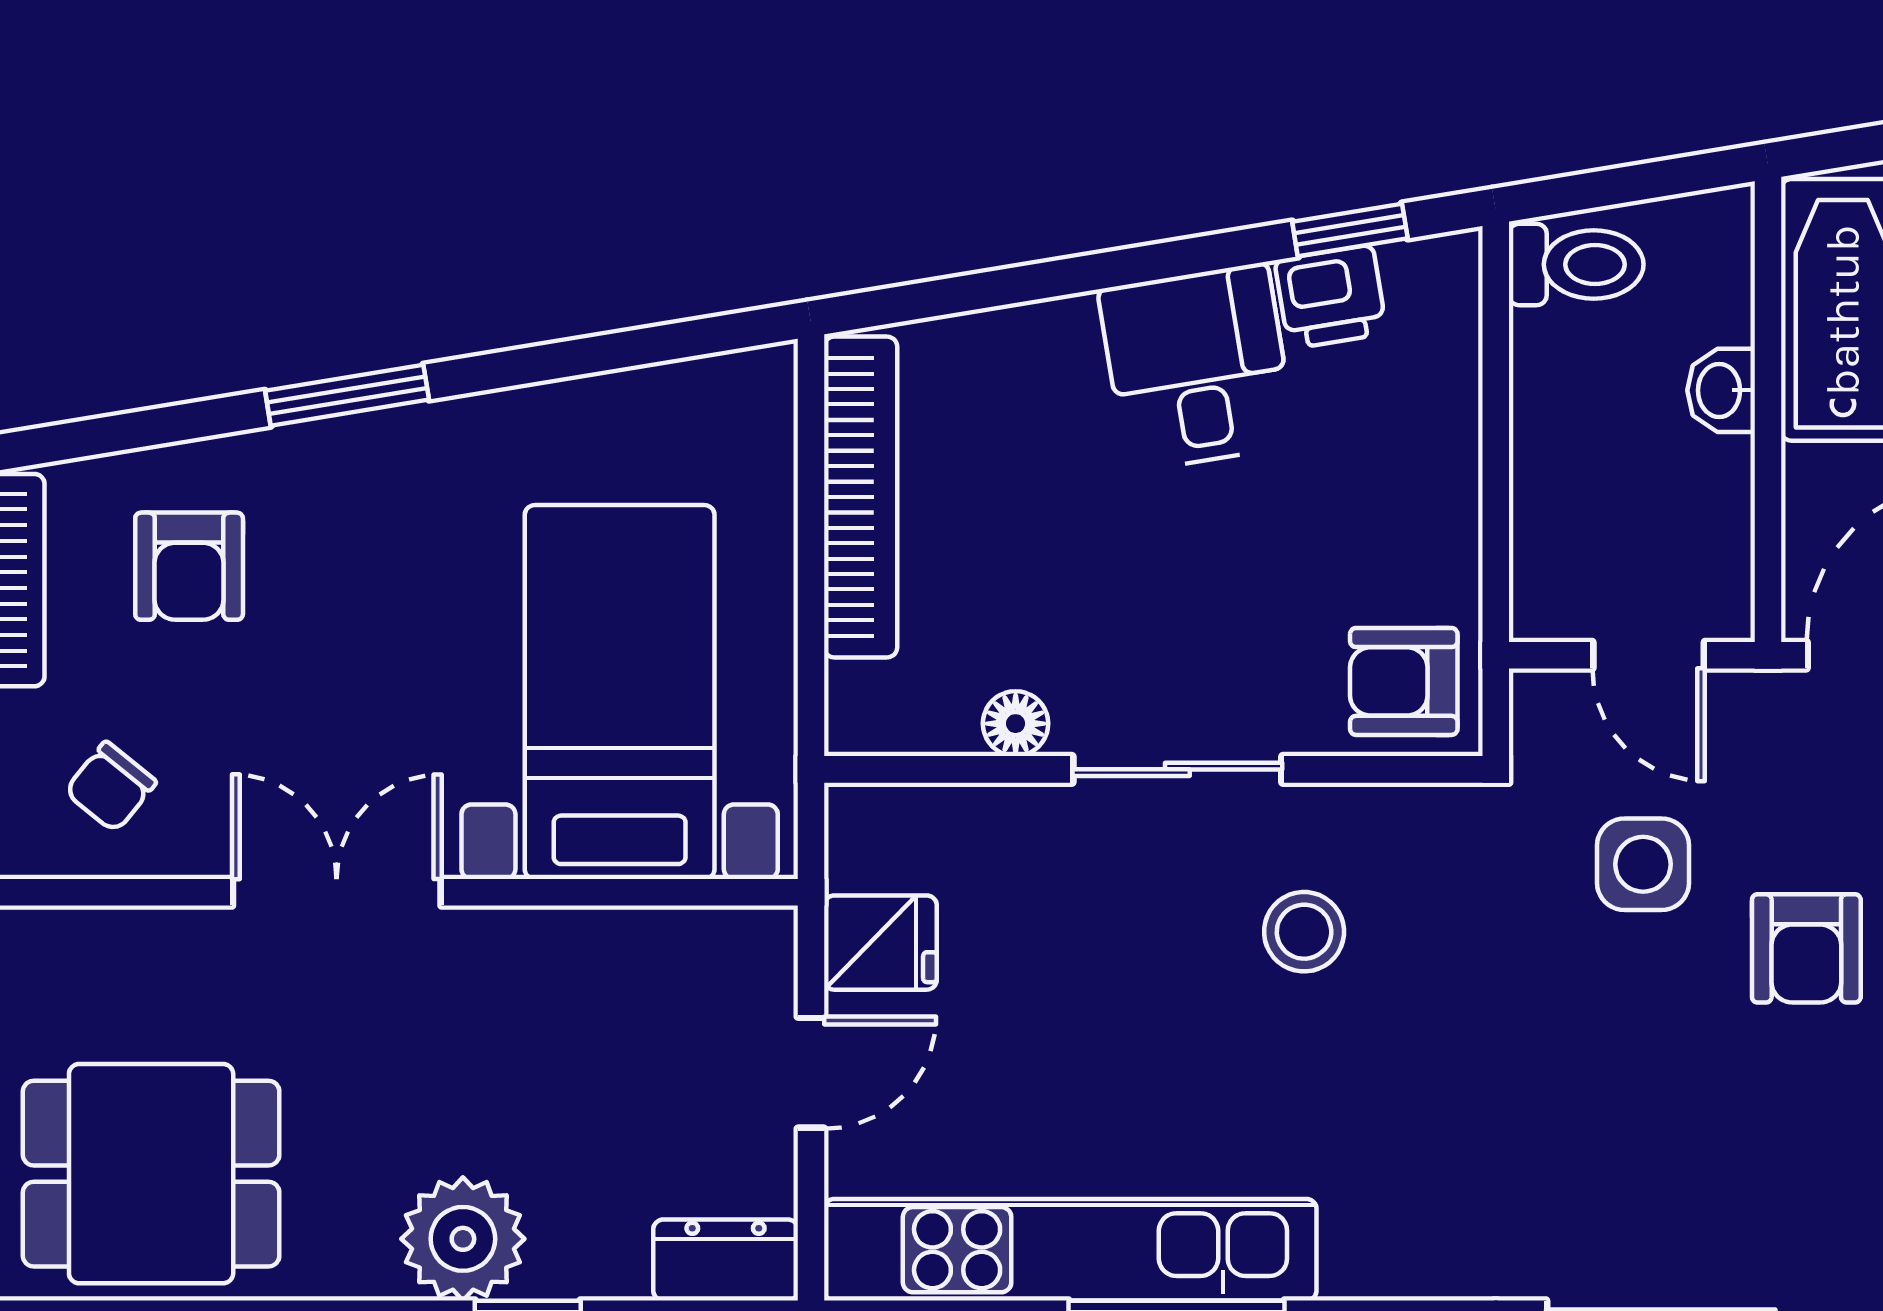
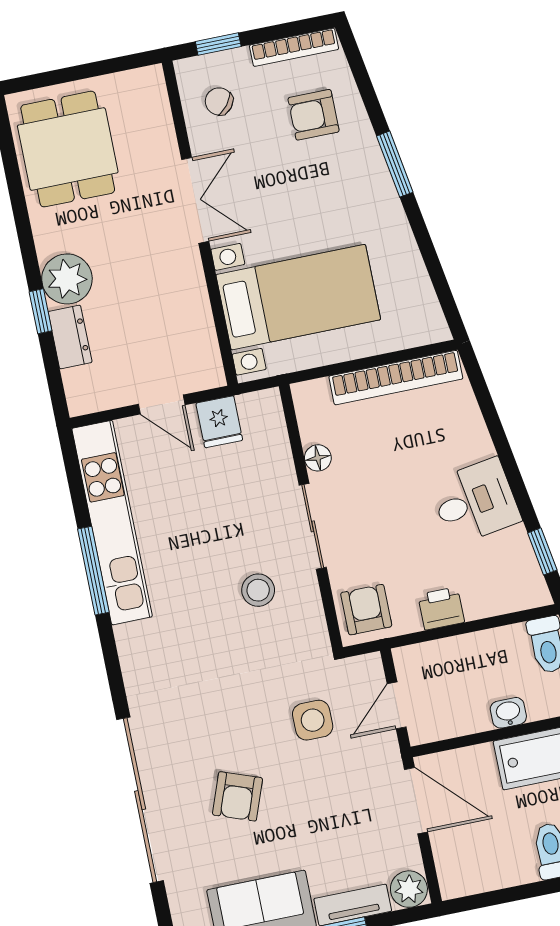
printer: (1331, 297) -> (441, 608), moved, turned 99
armchair: (1806, 948) -> (238, 796), moved, turned -70
dresser: (726, 1260) -> (70, 337), moved

